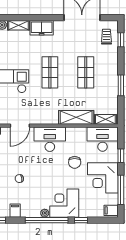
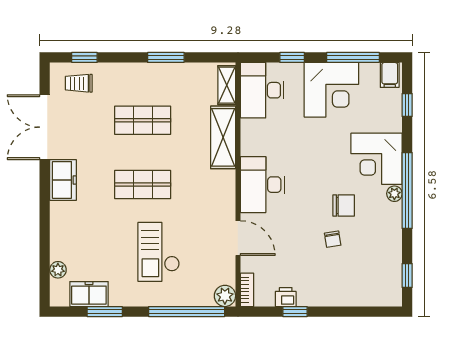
shelving: (18, 25) -> (58, 241), removed
freezer: (42, 28) -> (63, 180), moved
chair: (75, 162) -> (344, 205), moved
filing cabinet: (15, 211) -> (390, 247), removed
window: (81, 220) -> (407, 105), moved

